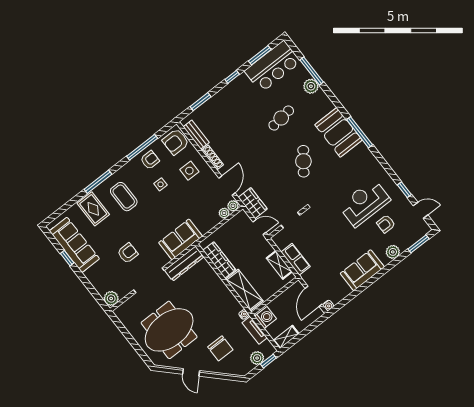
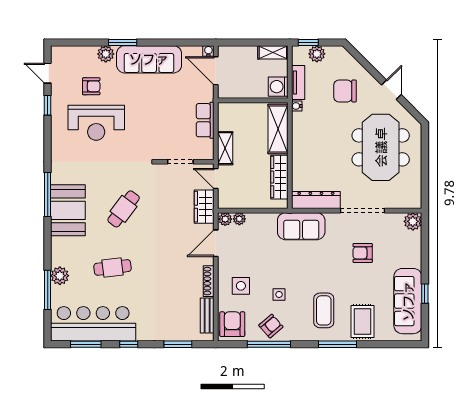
bar counter: (273, 66) -> (93, 324), width x1.36
armchair: (176, 142) -> (232, 324), turned -90
armchair: (150, 160) -> (271, 326), turned 139
window: (418, 244) -> (123, 42), moved
shelving: (279, 265) -> (225, 148), moved
sofa: (362, 270) -> (149, 59), width x1.36
door: (314, 296) -> (216, 71), swing flipped
meeting table: (169, 330) -> (381, 147), turned 90
chair: (220, 348) -> (345, 91), turned -90

